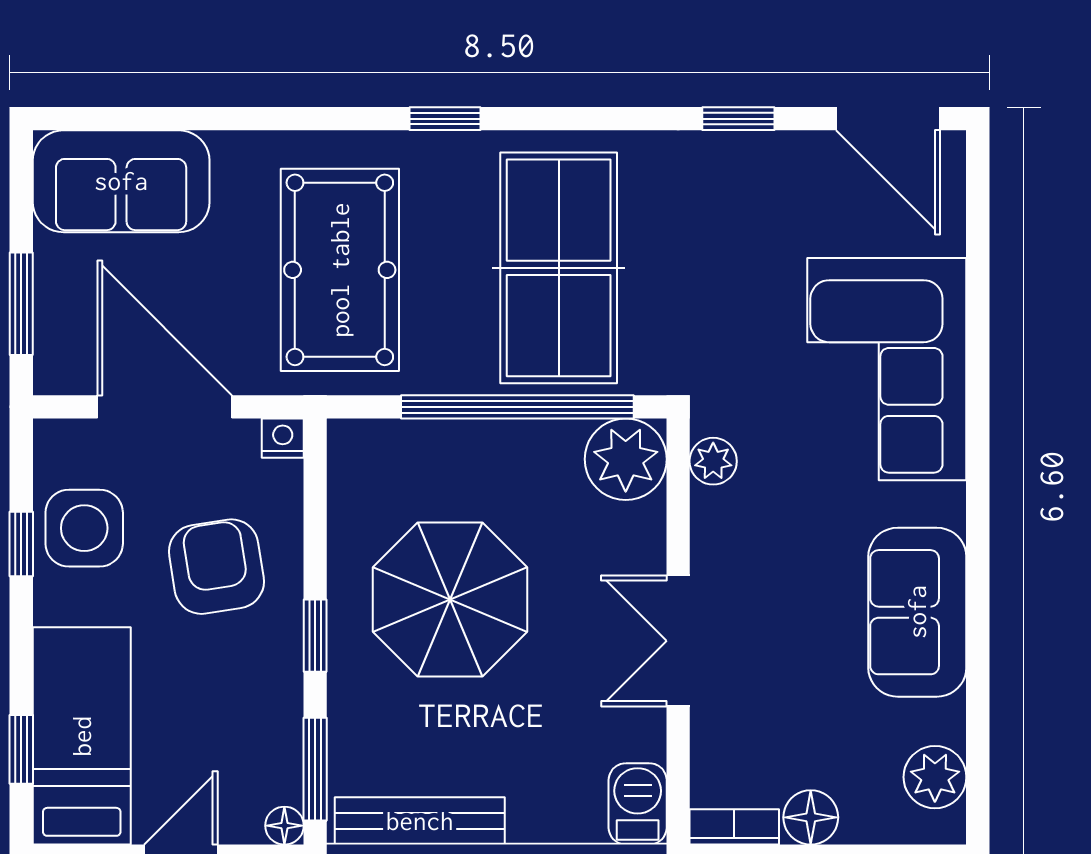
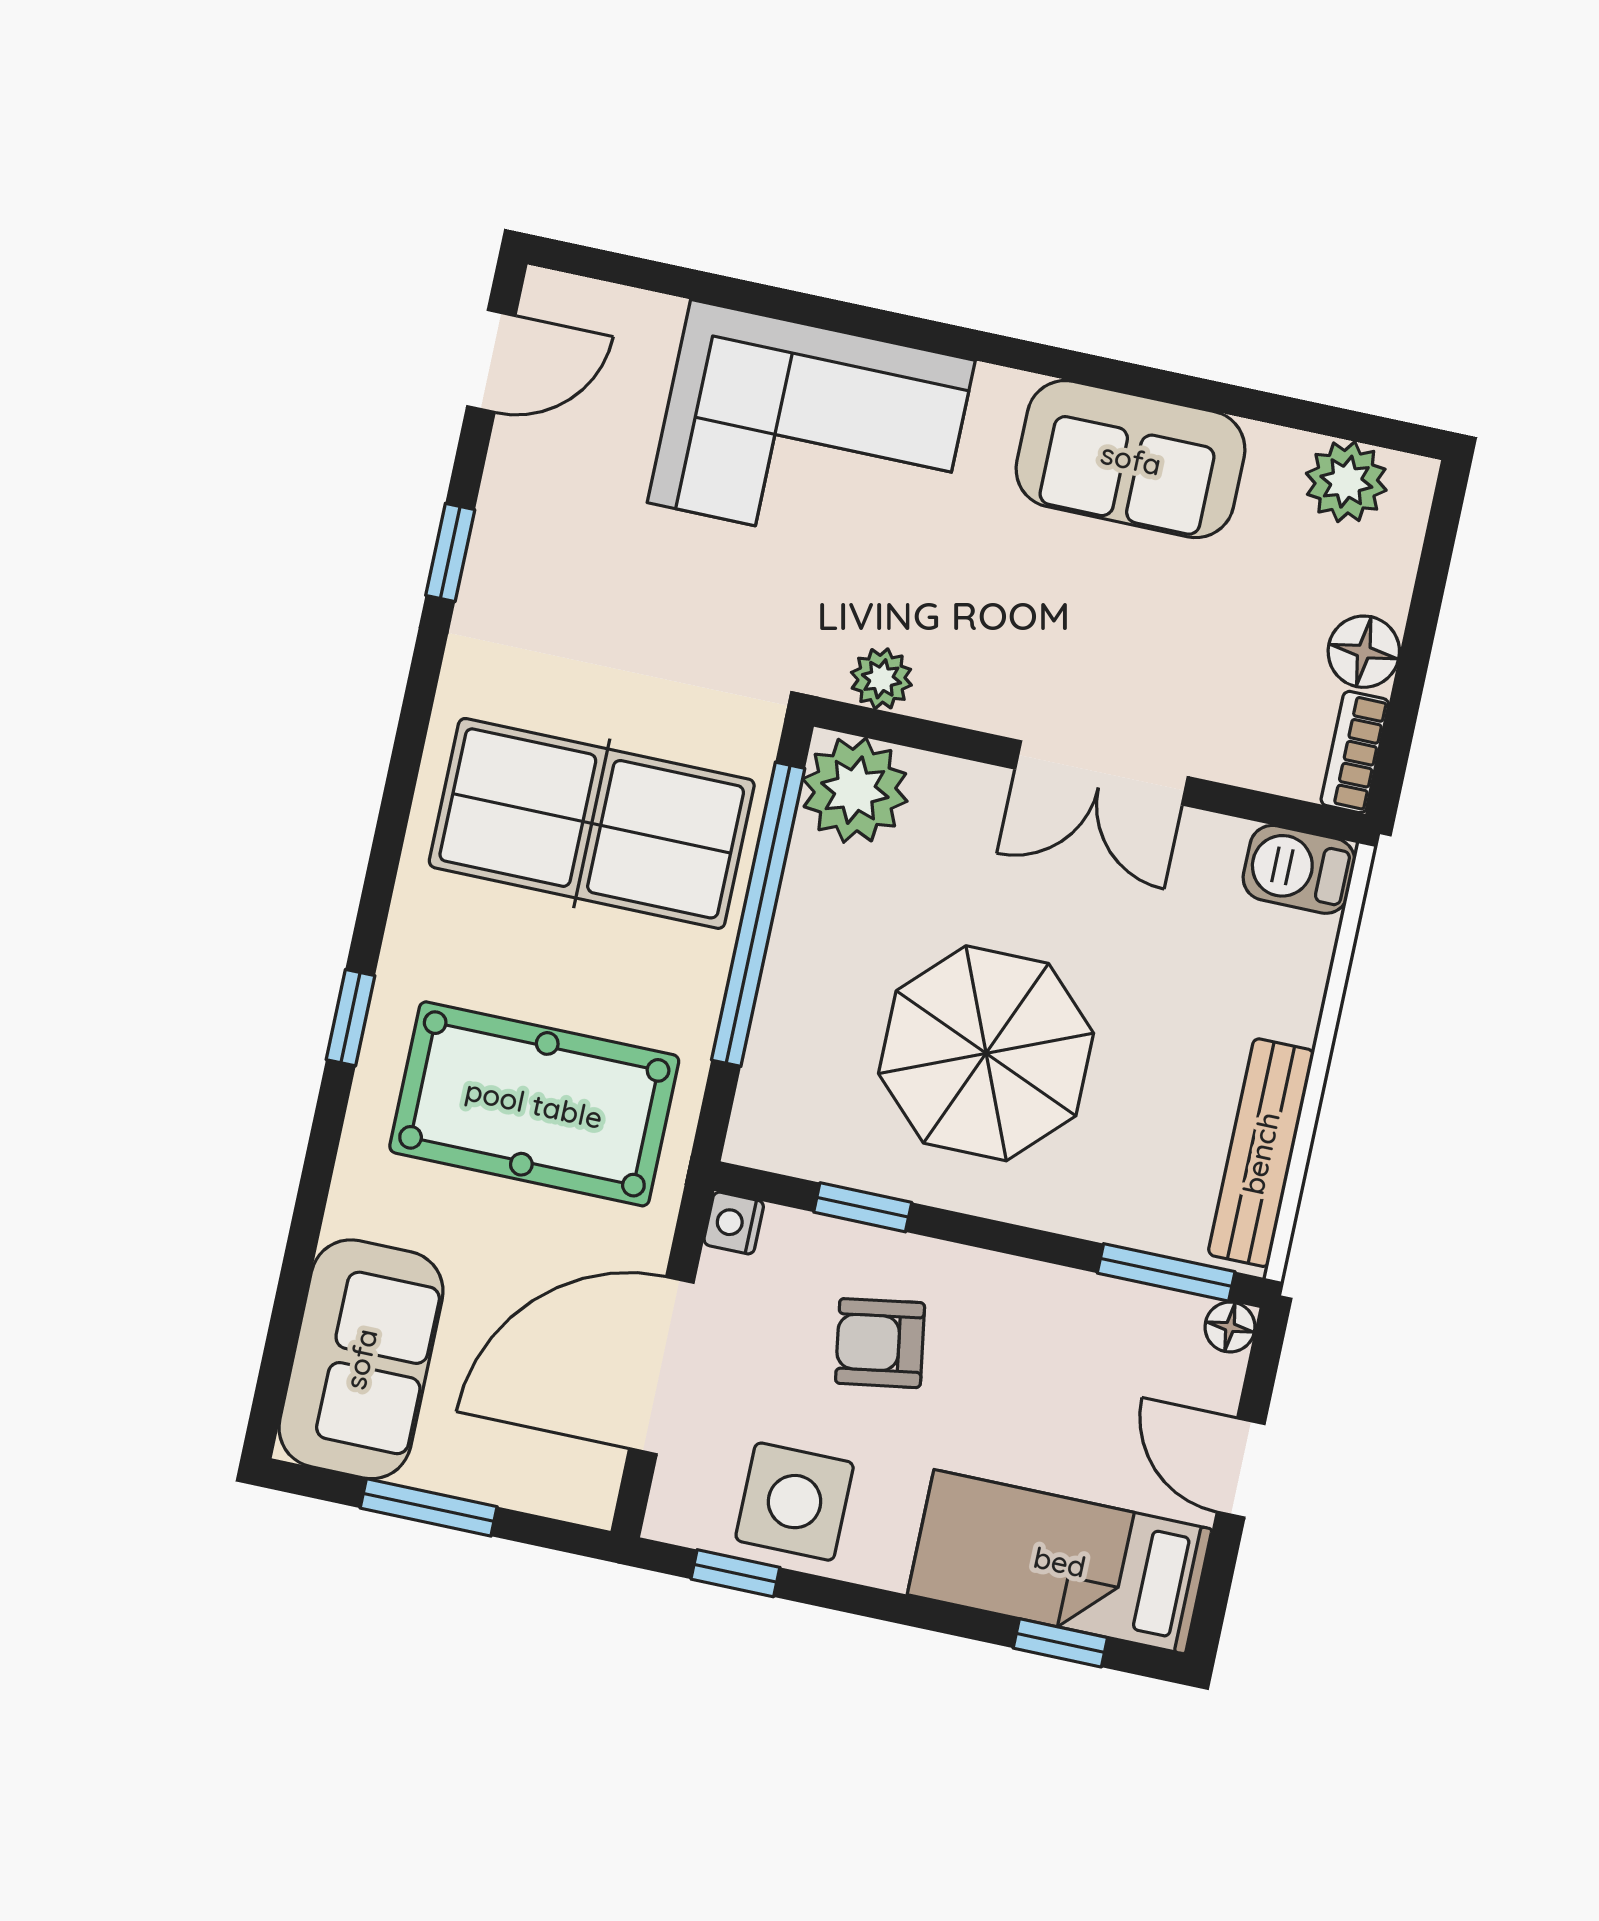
window: (445, 119) -> (351, 1018), moved
door: (888, 119) -> (491, 361), width x0.73
window: (21, 304) -> (429, 1507), moved
window: (21, 544) -> (735, 1573), moved
armchair: (216, 567) -> (880, 1343), width x0.72, depth x0.72
window: (315, 636) -> (863, 1207), moved

